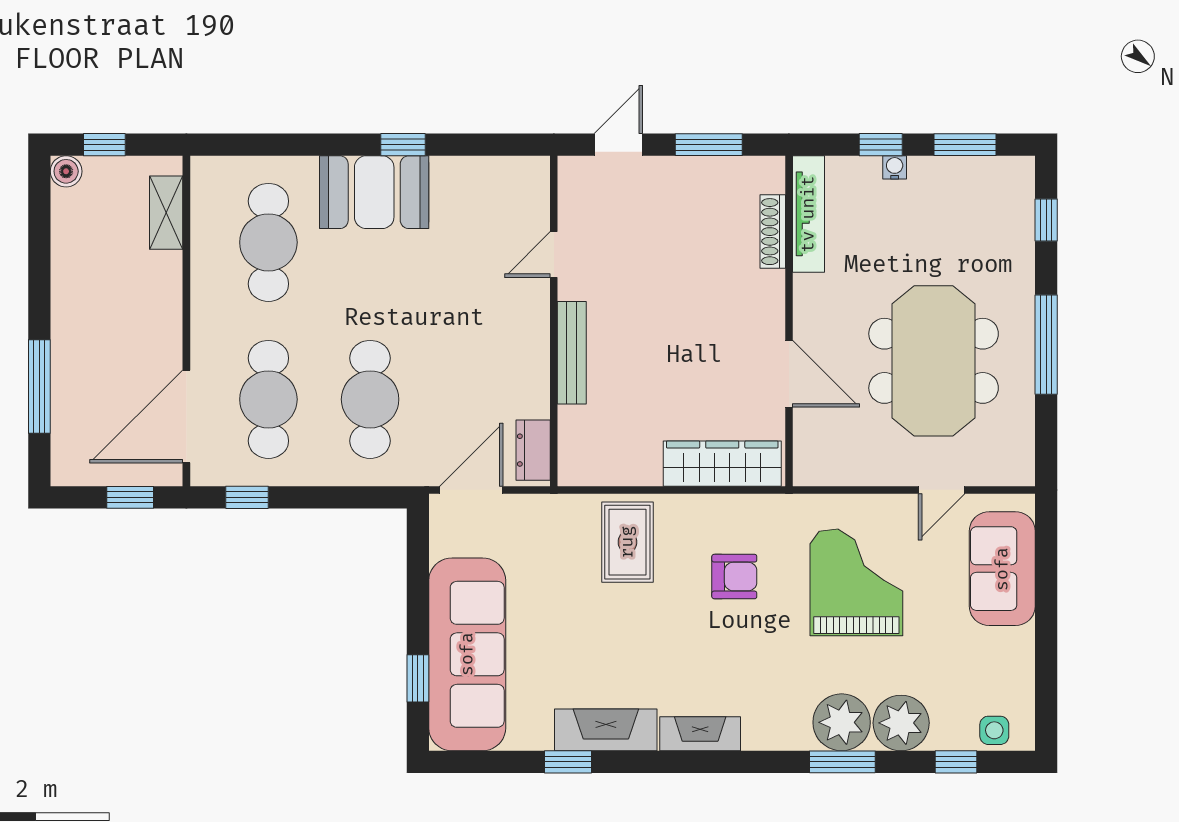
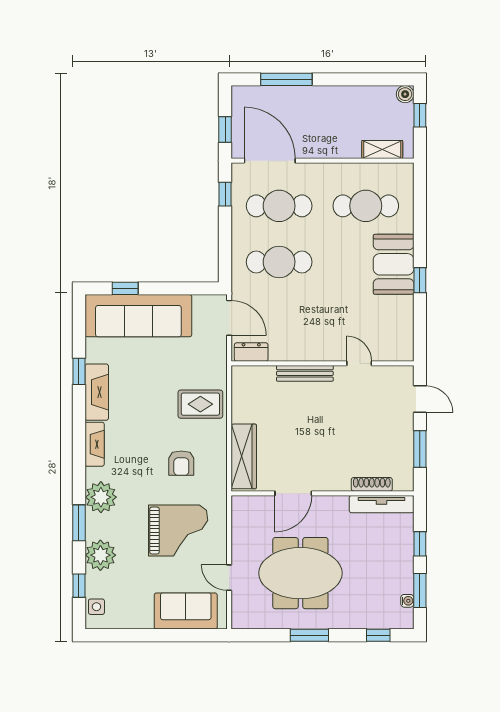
water cooler: (895, 167) -> (407, 601), moved
window: (1046, 345) -> (309, 635), width x0.69
plant: (842, 722) -> (101, 497), moved

